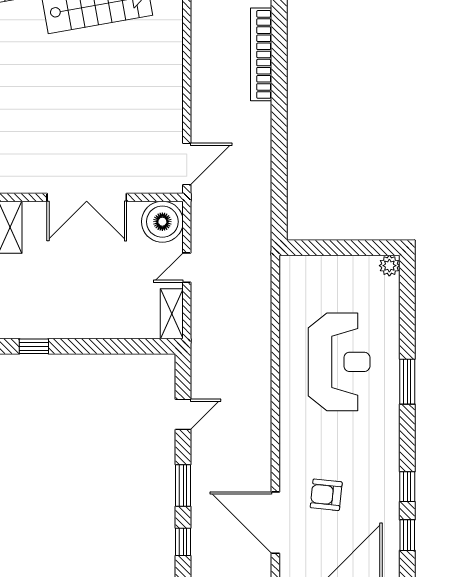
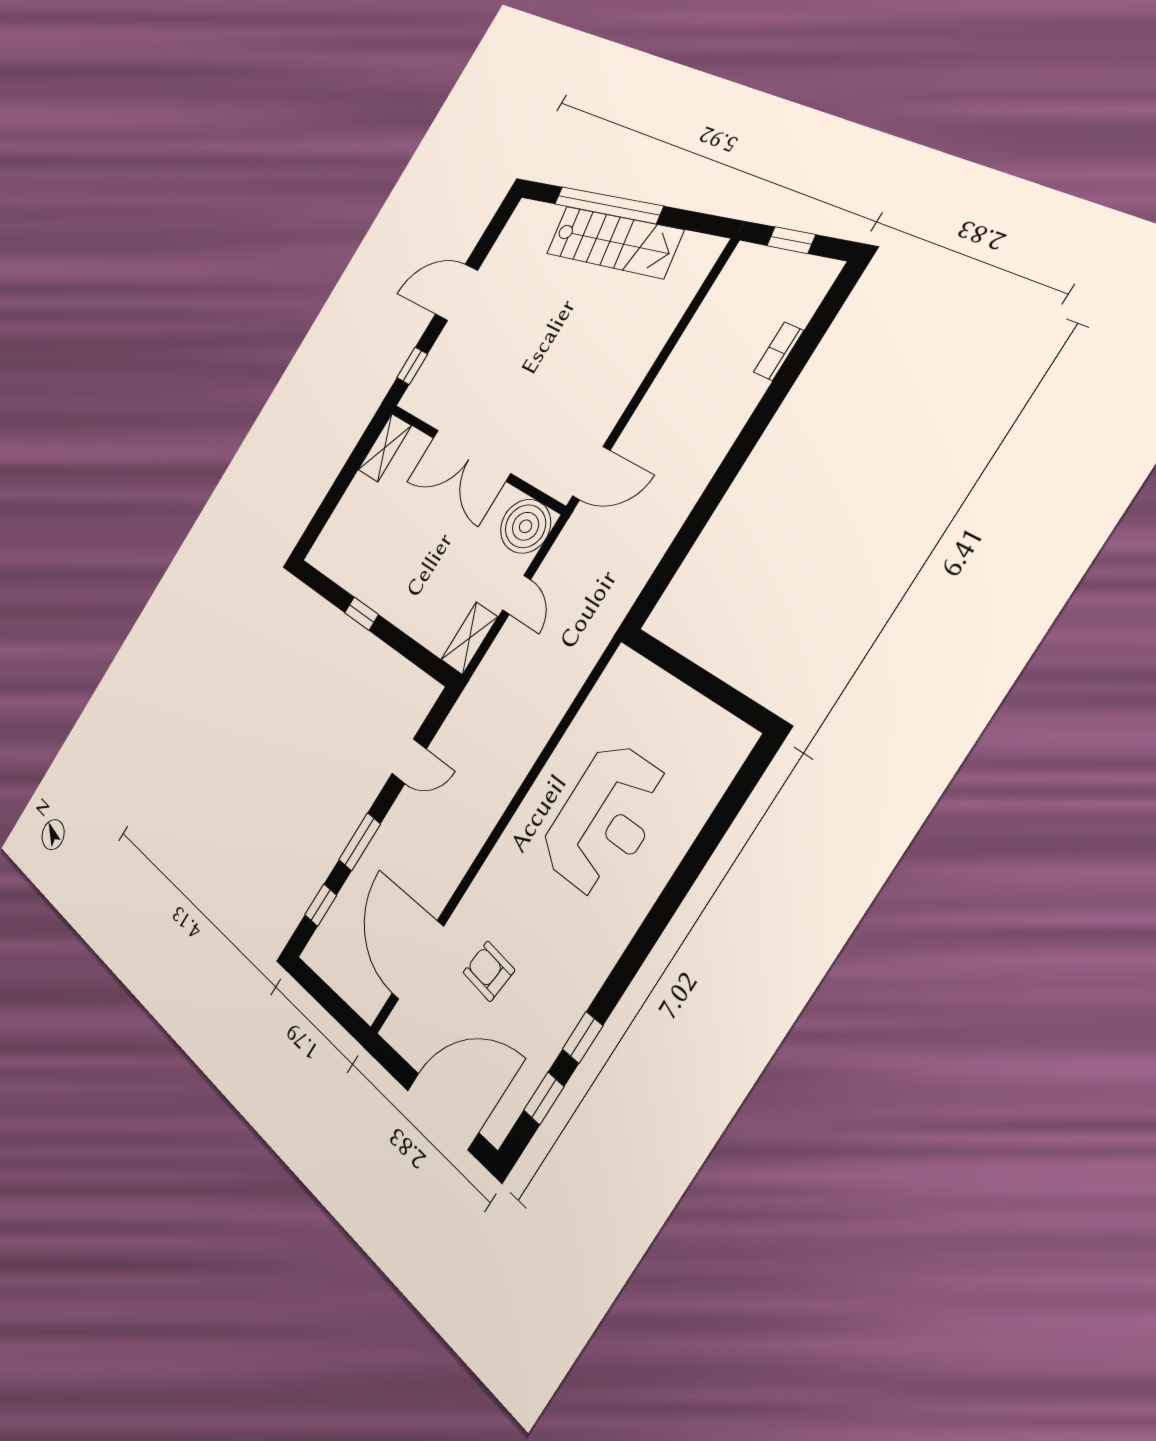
bookcase: (261, 54) -> (779, 351), width x0.43, depth x0.76
plant: (389, 266) -> (741, 738), removed
door: (187, 268) -> (517, 595), swing flipped
window: (34, 346) -> (362, 614), moved
window: (407, 382) -> (668, 903), removed

